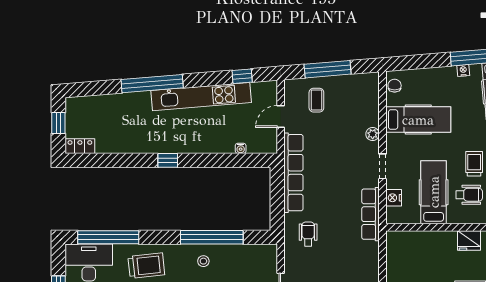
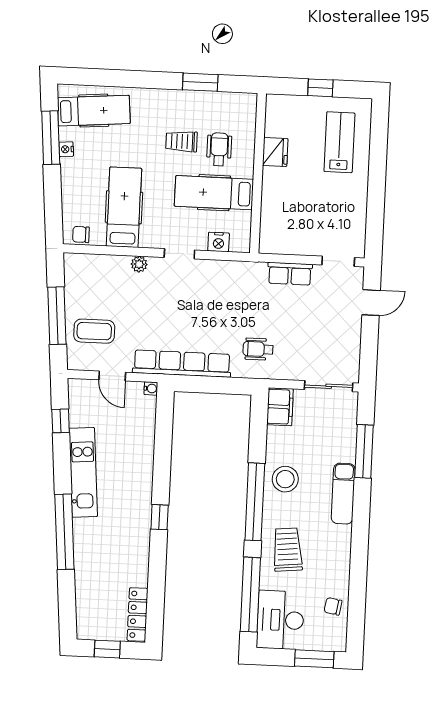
kitchen unit: (201, 97) -> (83, 472), width x0.73
coffee table: (316, 100) -> (94, 331), width x1.36, depth x1.30
locker: (80, 146) -> (138, 614), width x1.53
water cooler: (241, 148) -> (151, 388), moved
row of seats: (371, 214) -> (290, 274), moved, width x0.68
window: (212, 237) -> (255, 502), moved
filing cabinet: (262, 254) -> (280, 407), added
stool: (203, 261) -> (285, 479), width x1.89, depth x1.89

